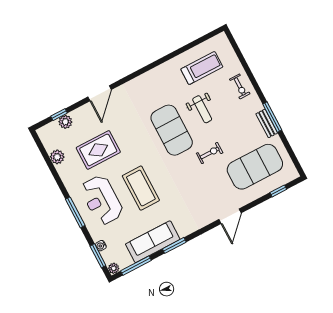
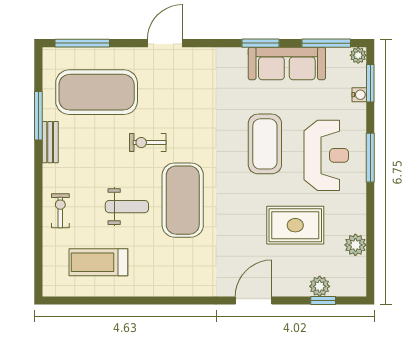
weight bench: (202, 109) -> (127, 207), turned 90
window: (272, 117) -> (38, 116), moved
window: (278, 191) -> (82, 43), width x2.17

